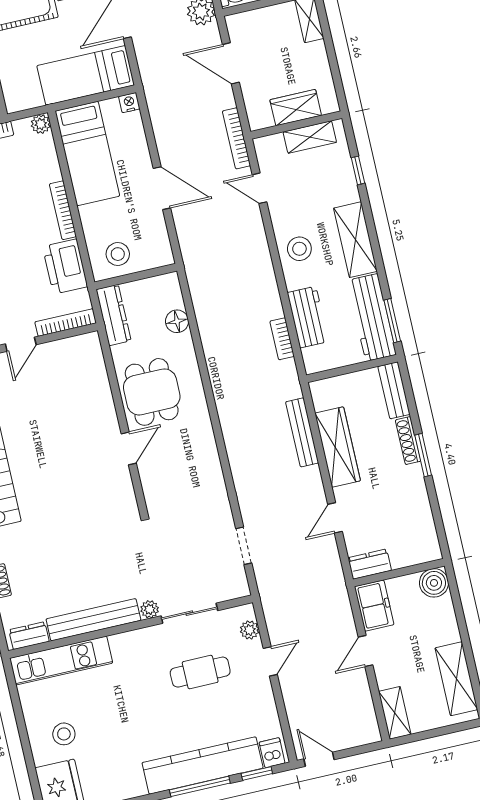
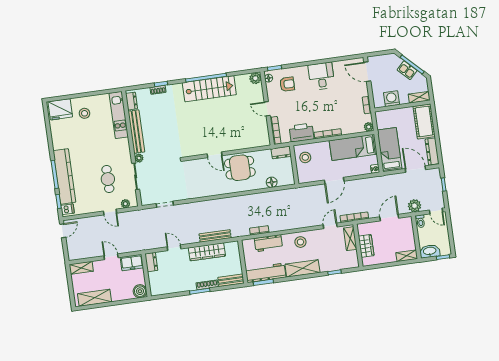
shelving: (310, 137) -> (350, 239), moved
dresser: (114, 315) -> (281, 152), width x0.70

